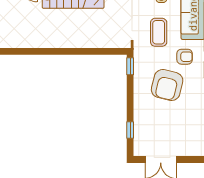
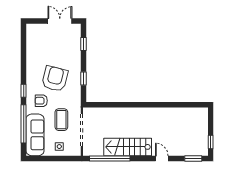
window: (130, 66) -> (83, 79), moved

